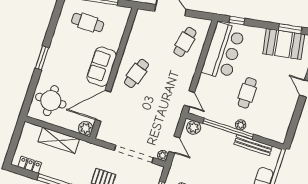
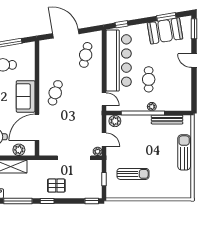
bar counter: (223, 51) -> (119, 61), width x1.36
plant: (86, 128) -> (19, 150), moved

